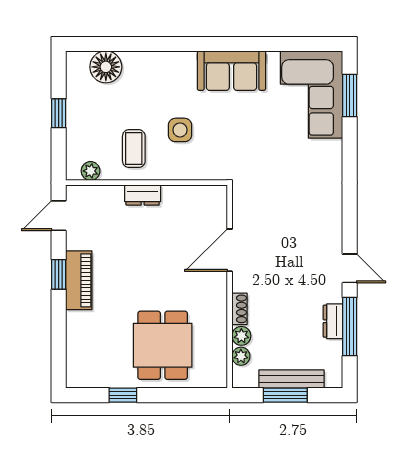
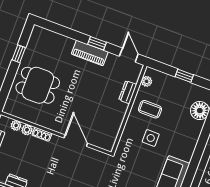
dresser: (143, 195) -> (128, 92), moved

